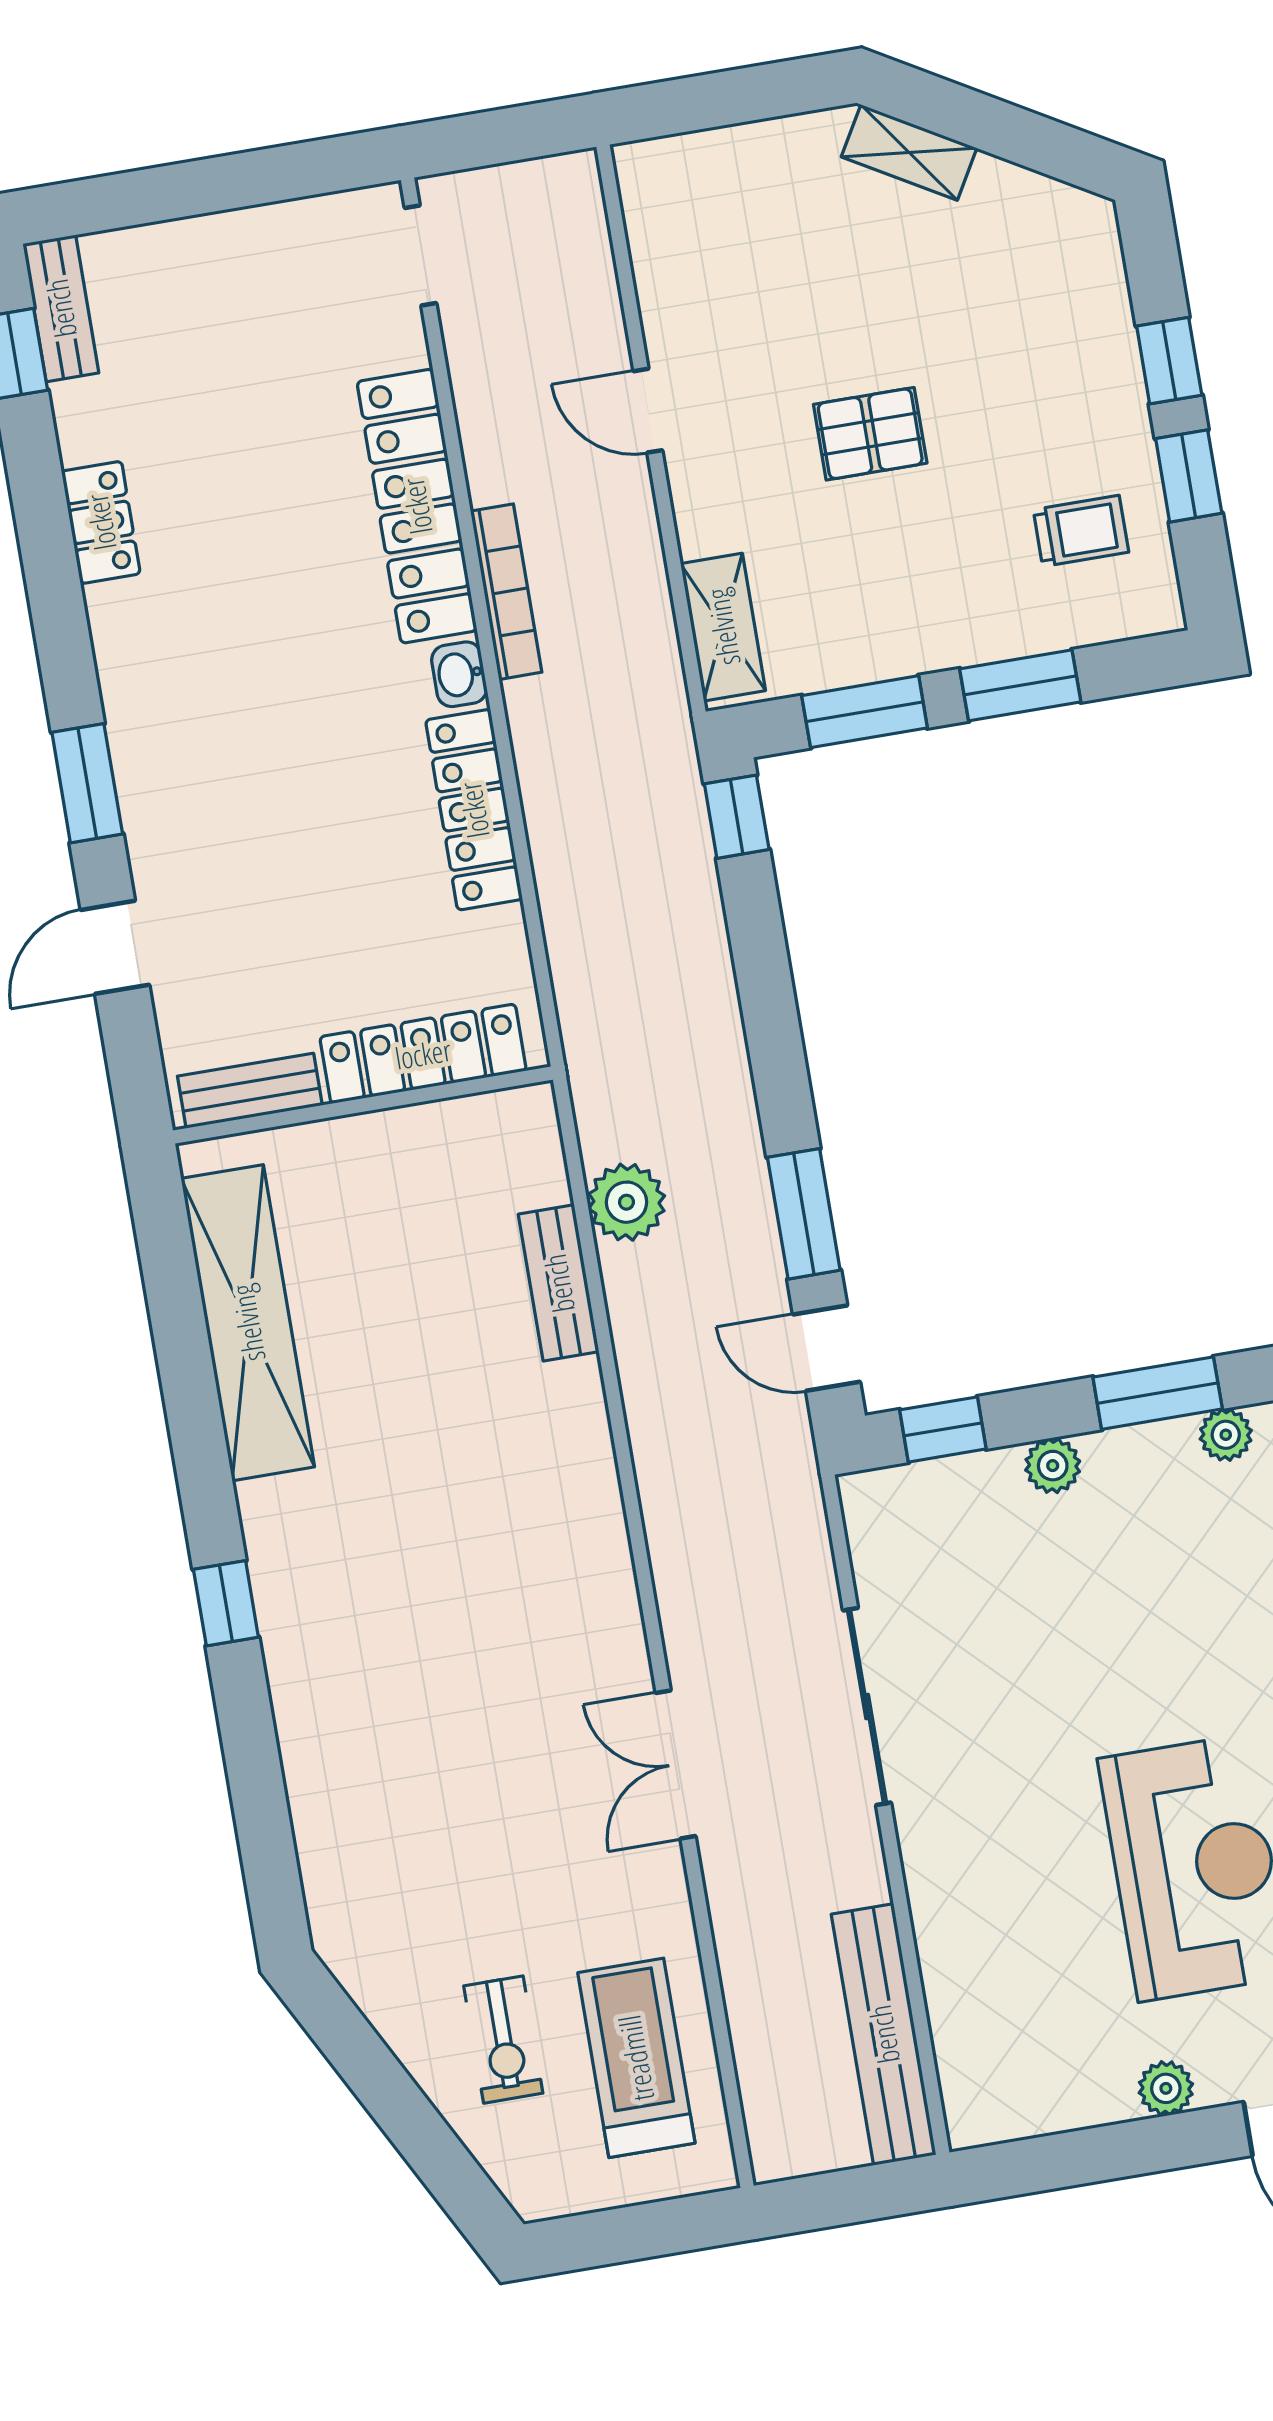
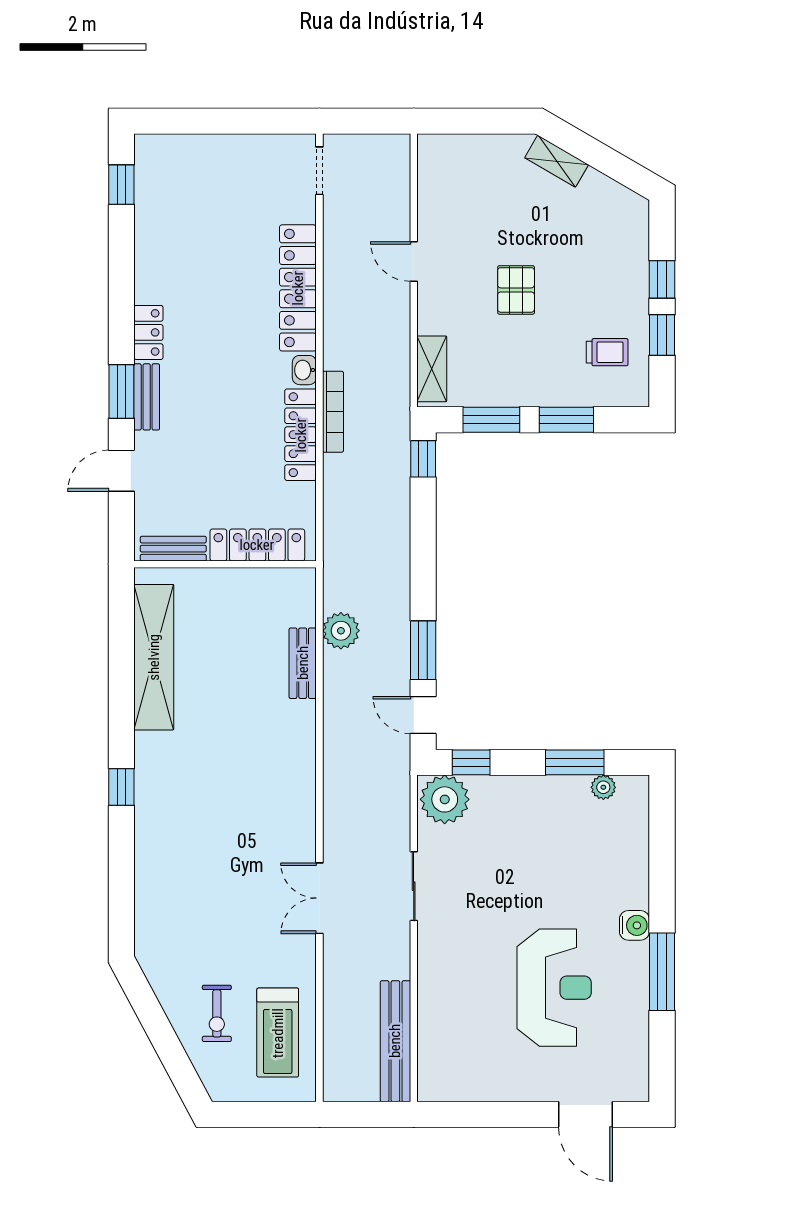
bench: (61, 308) -> (147, 397), moved
pallet: (870, 434) -> (516, 290), turned 90
locker: (101, 522) -> (148, 332), moved
bookcase: (506, 592) -> (333, 412), moved
plant: (1053, 1466) -> (445, 799), moved, width x1.88, depth x1.88
sliding door: (867, 1707) -> (414, 886), width x0.73
treadmill: (636, 2058) -> (278, 1033), turned 180
plant: (1166, 2088) -> (523, 1089), removed

